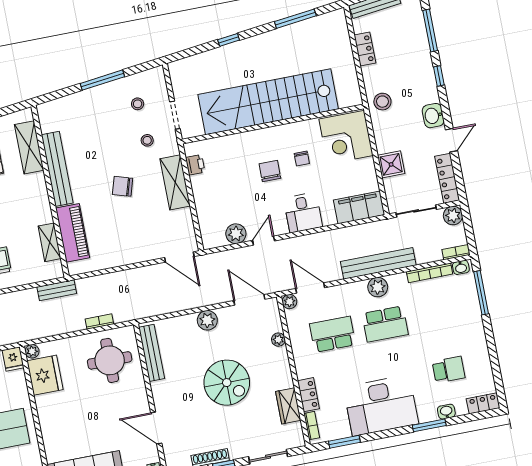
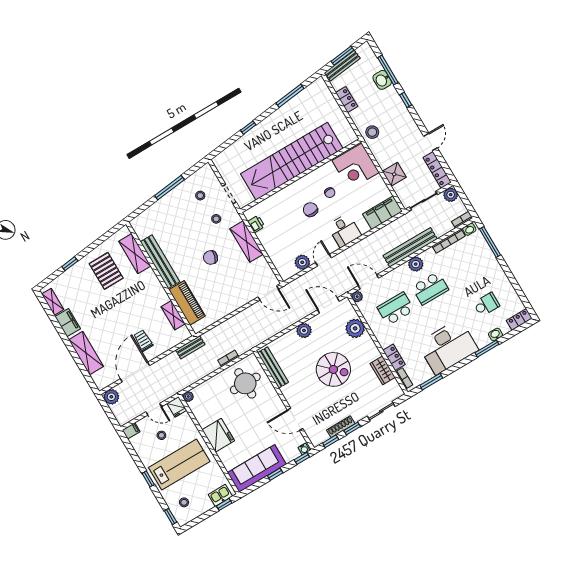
washbasin: (433, 116) -> (382, 80), moved
plant: (278, 340) -> (355, 328), width x1.87, depth x1.87
fridge: (45, 375) -> (218, 435), moved

